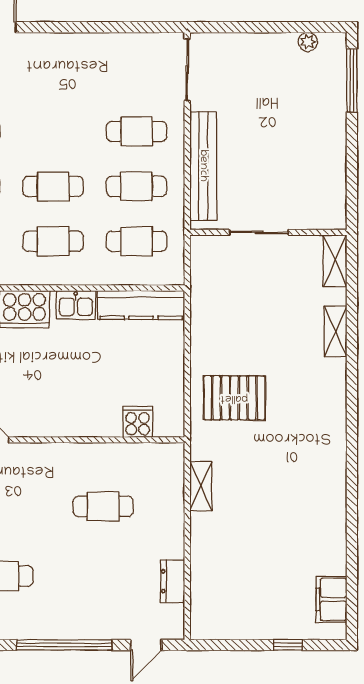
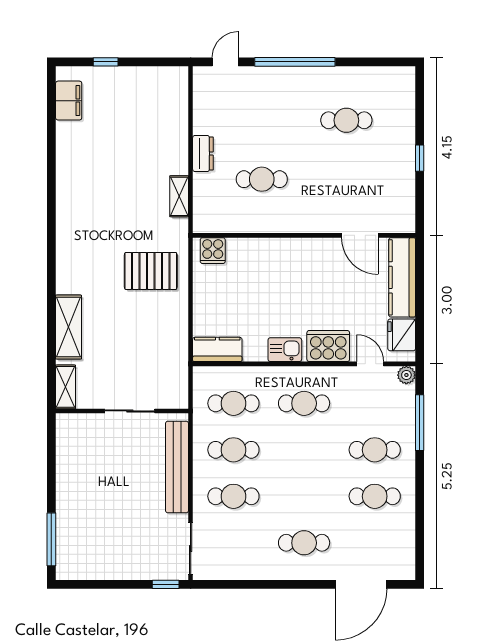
window: (217, 27) -> (166, 584), added
plant: (308, 42) -> (89, 572), removed
cafe table: (53, 186) -> (304, 543), moved
kitchen counter: (141, 305) -> (217, 349), width x0.67
shelving: (335, 332) -> (69, 327), width x1.50, depth x1.33
cooker: (138, 422) -> (213, 251), moved
dresser: (173, 581) -> (203, 153), moved

